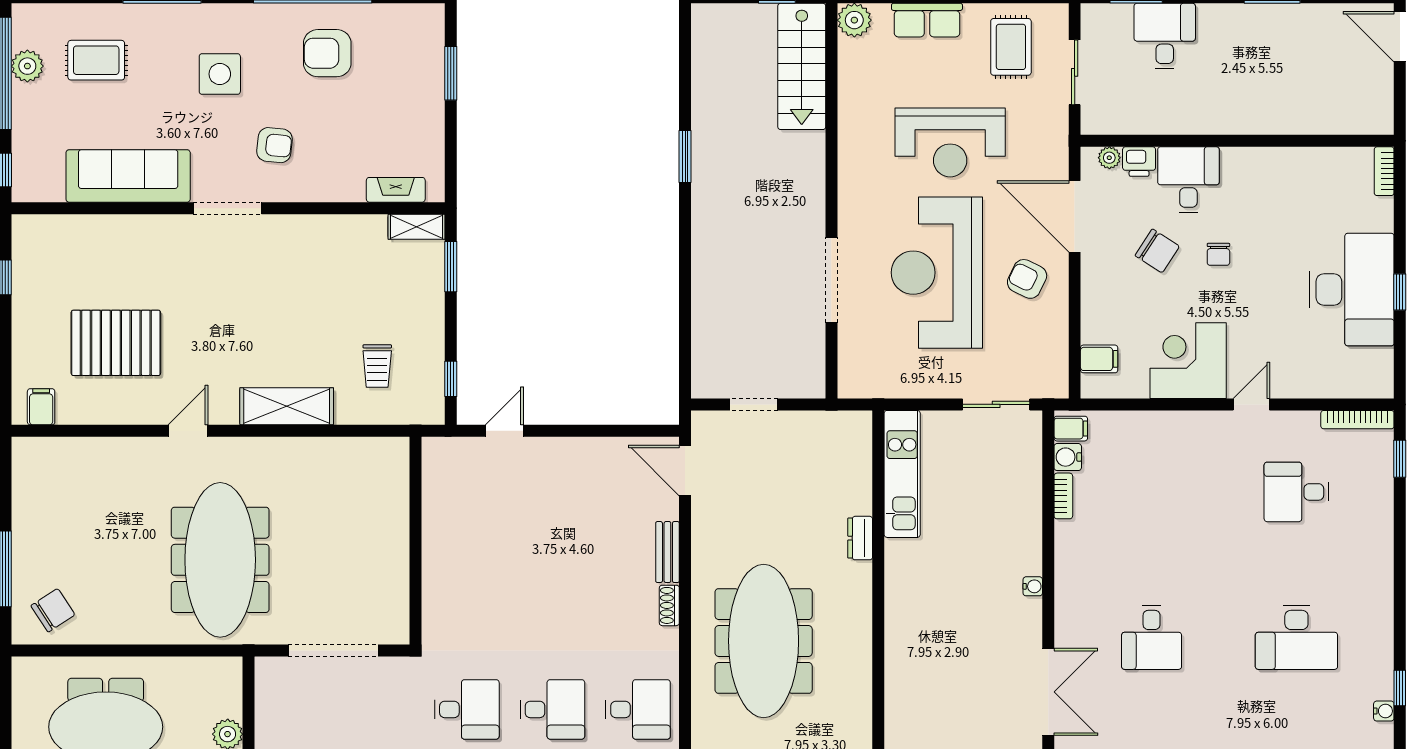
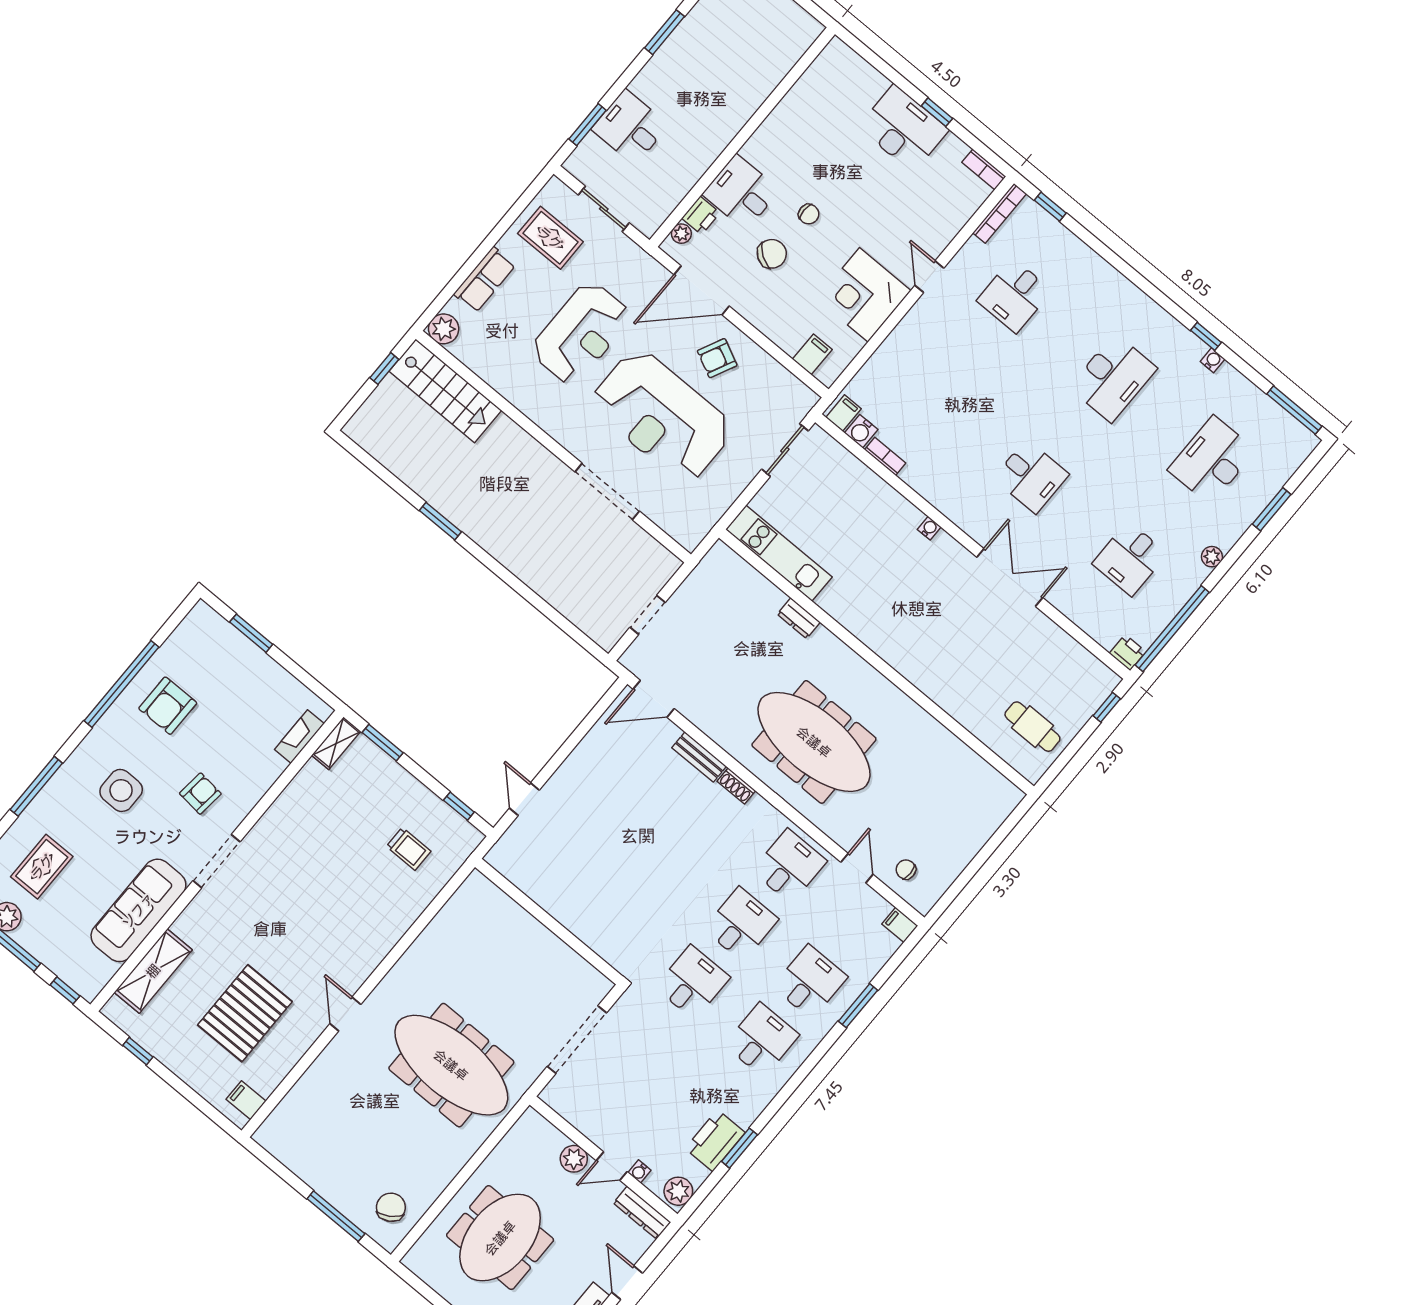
bookcase: (1384, 171) -> (984, 169), moved
desk: (1352, 290) -> (903, 128), width x0.73, depth x0.77
shelving: (287, 406) -> (153, 971), moved

